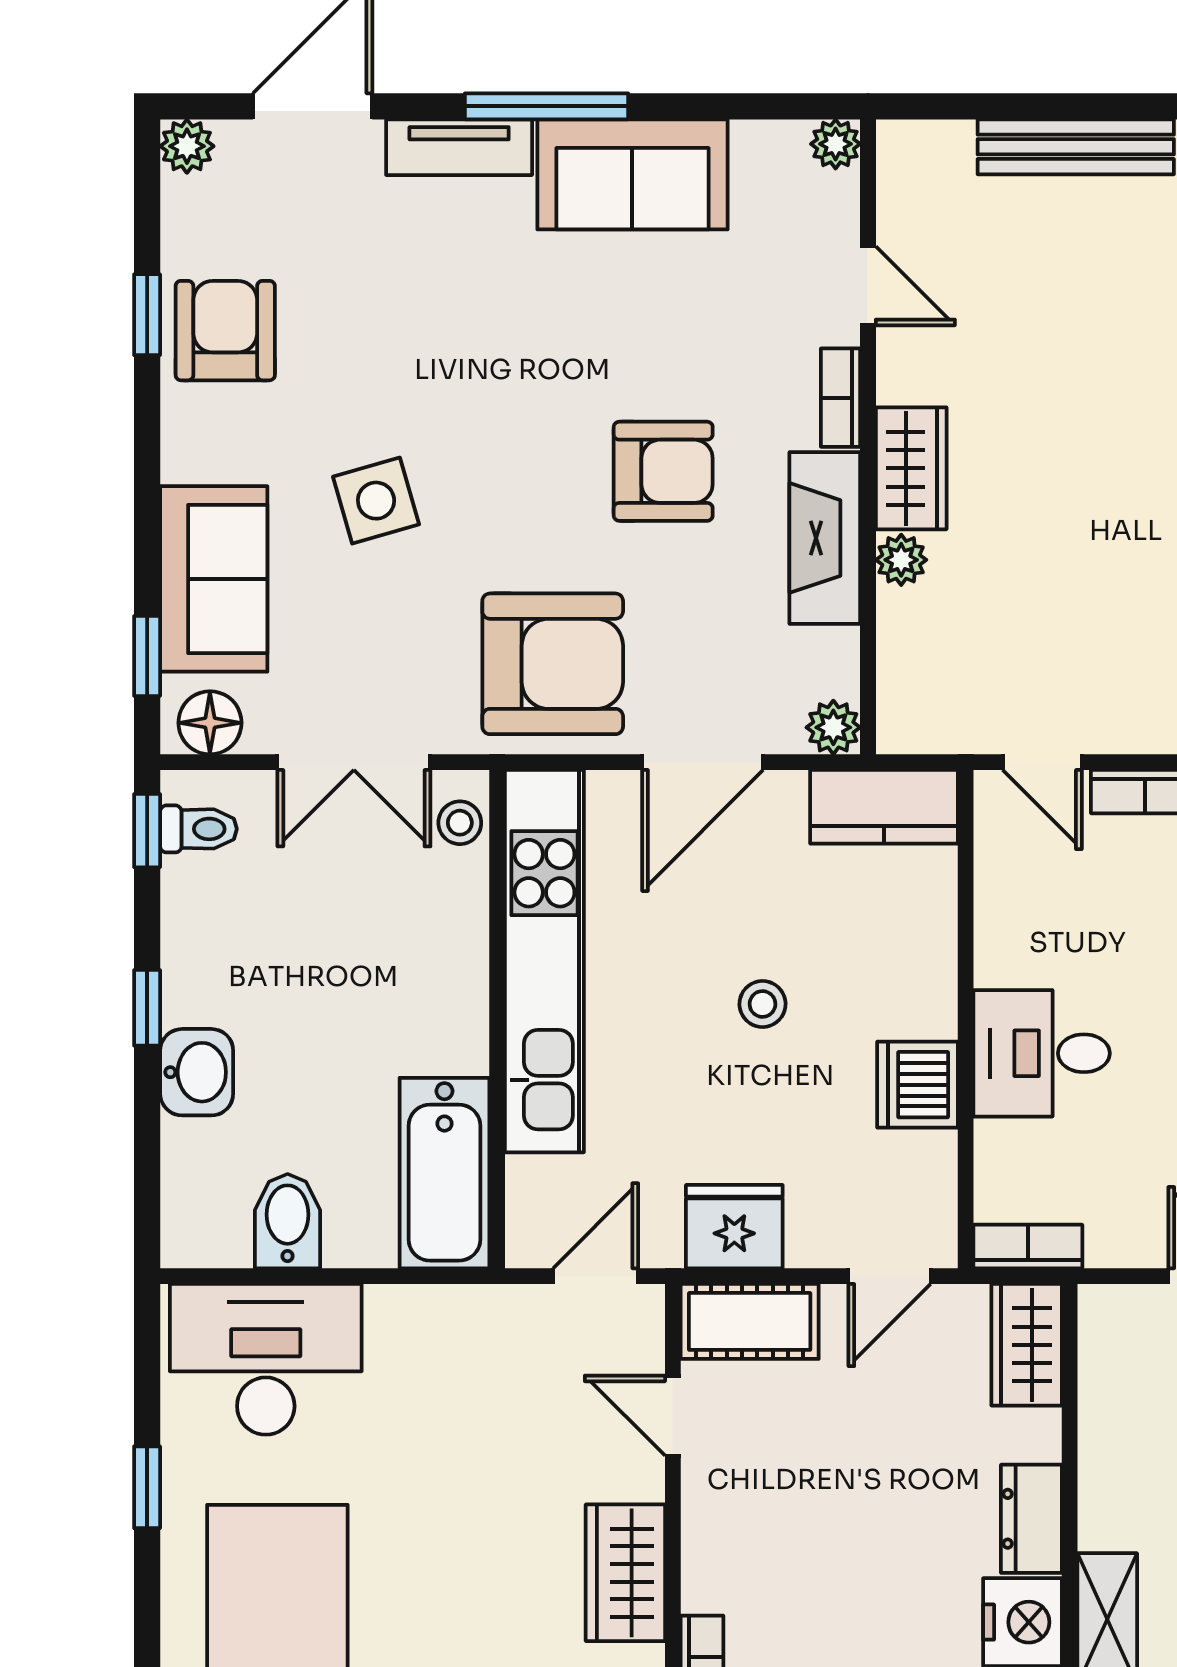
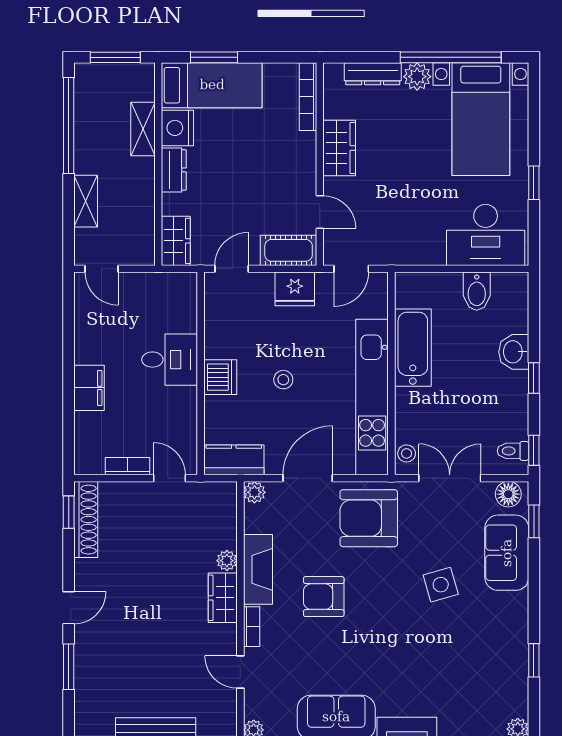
armchair: (225, 331) -> (502, 654), removed
dishwasher: (917, 1085) -> (220, 377), moved
bathtub: (444, 1173) -> (413, 348), moved
bookcase: (1028, 1247) -> (175, 281), removed

